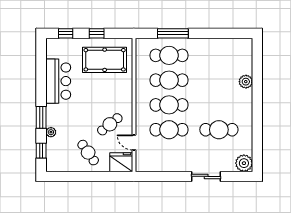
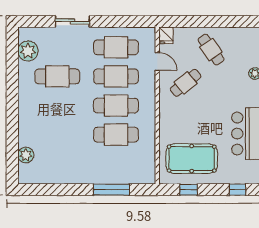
window: (97, 33) -> (189, 190), moved
cafe table: (169, 55) -> (116, 47), moved
plant: (246, 82) -> (26, 155), moved
fridge: (121, 162) -> (166, 35), width x0.53, depth x0.75
plant: (244, 163) -> (28, 51), moved

